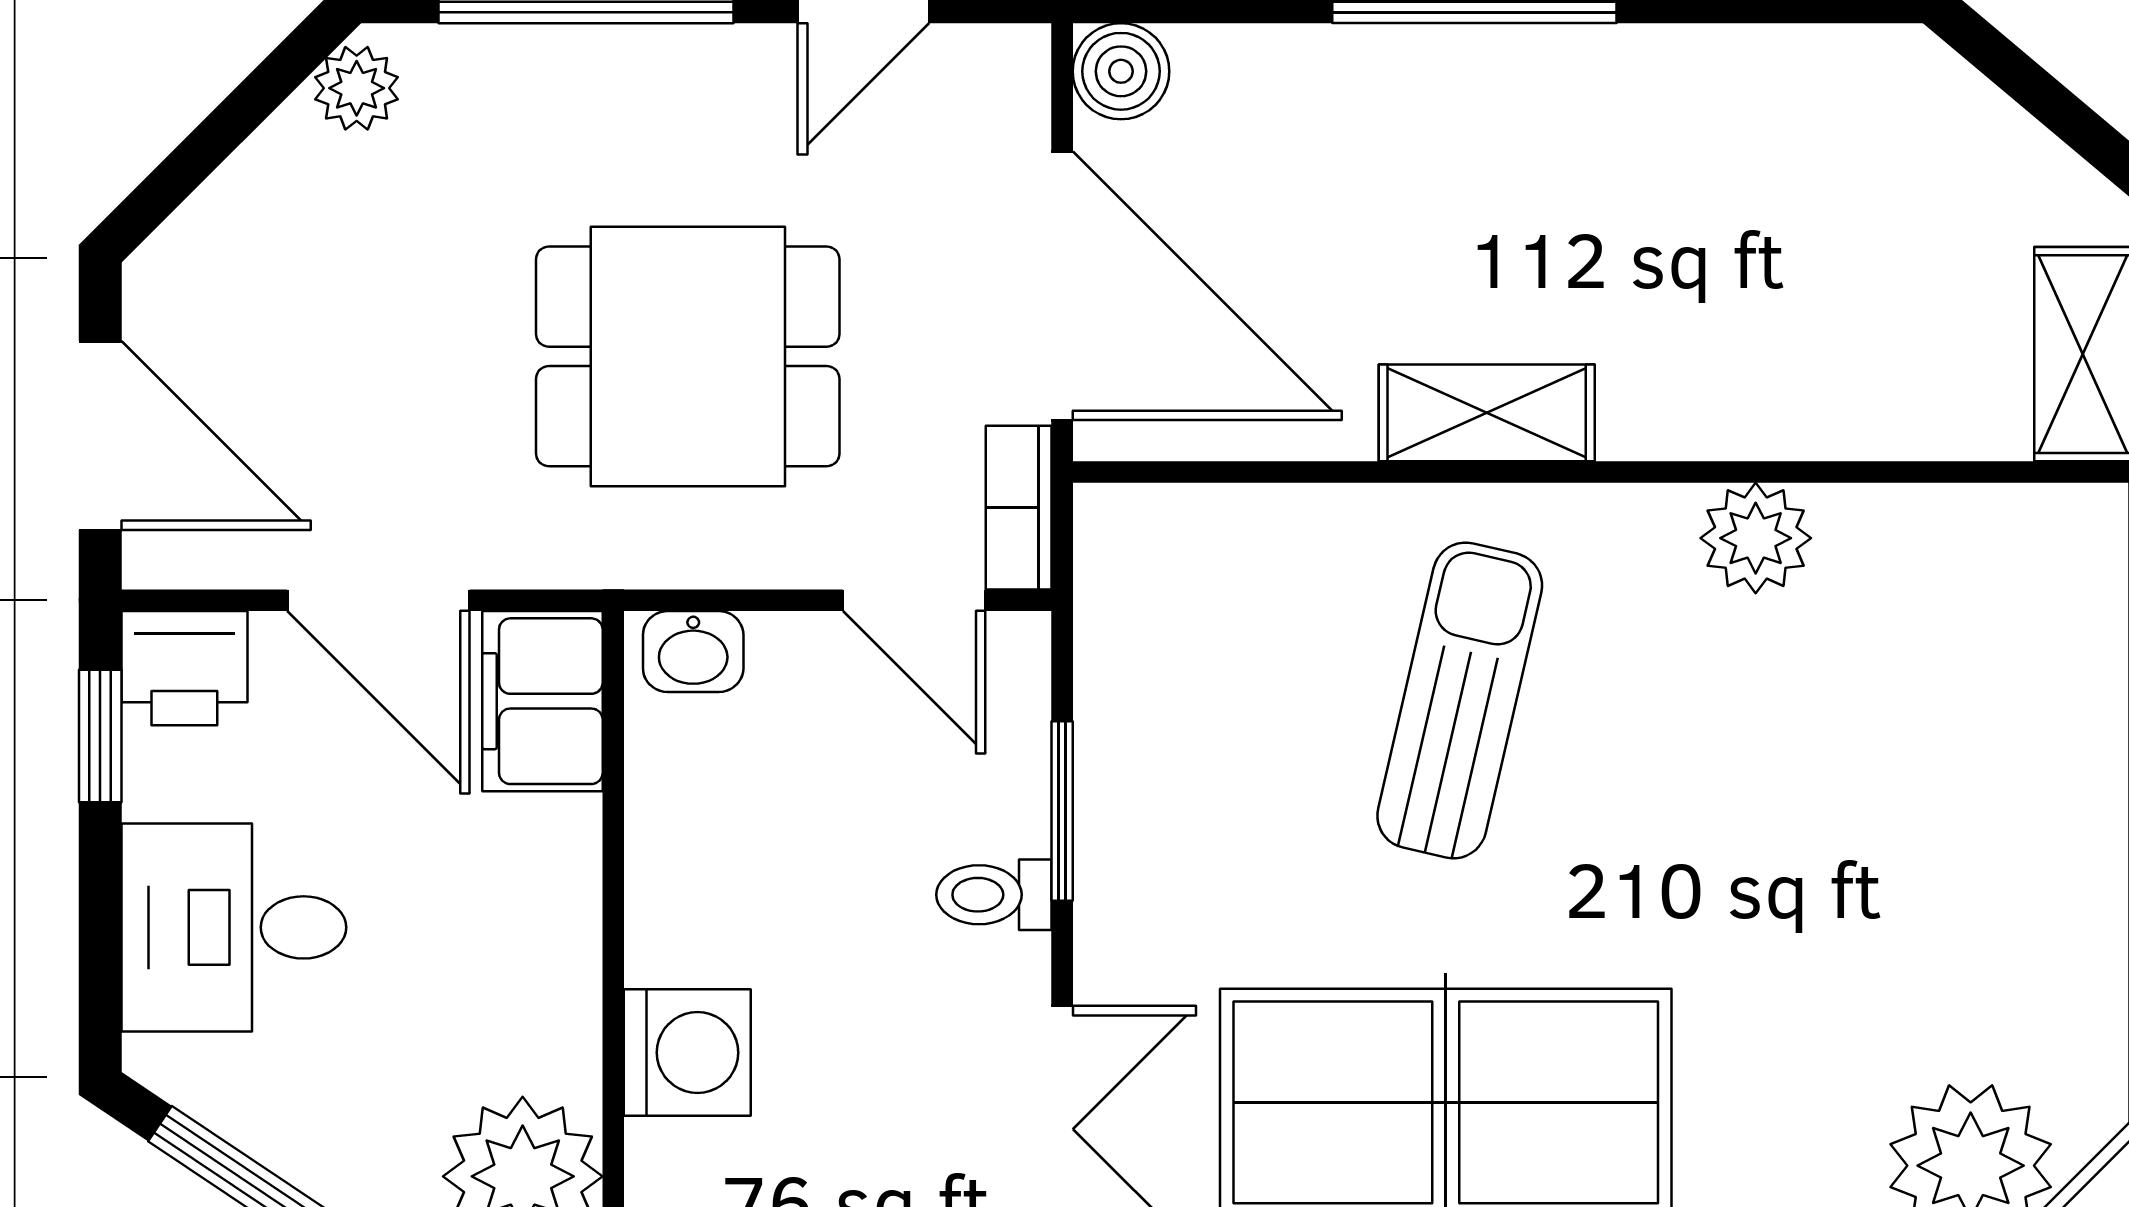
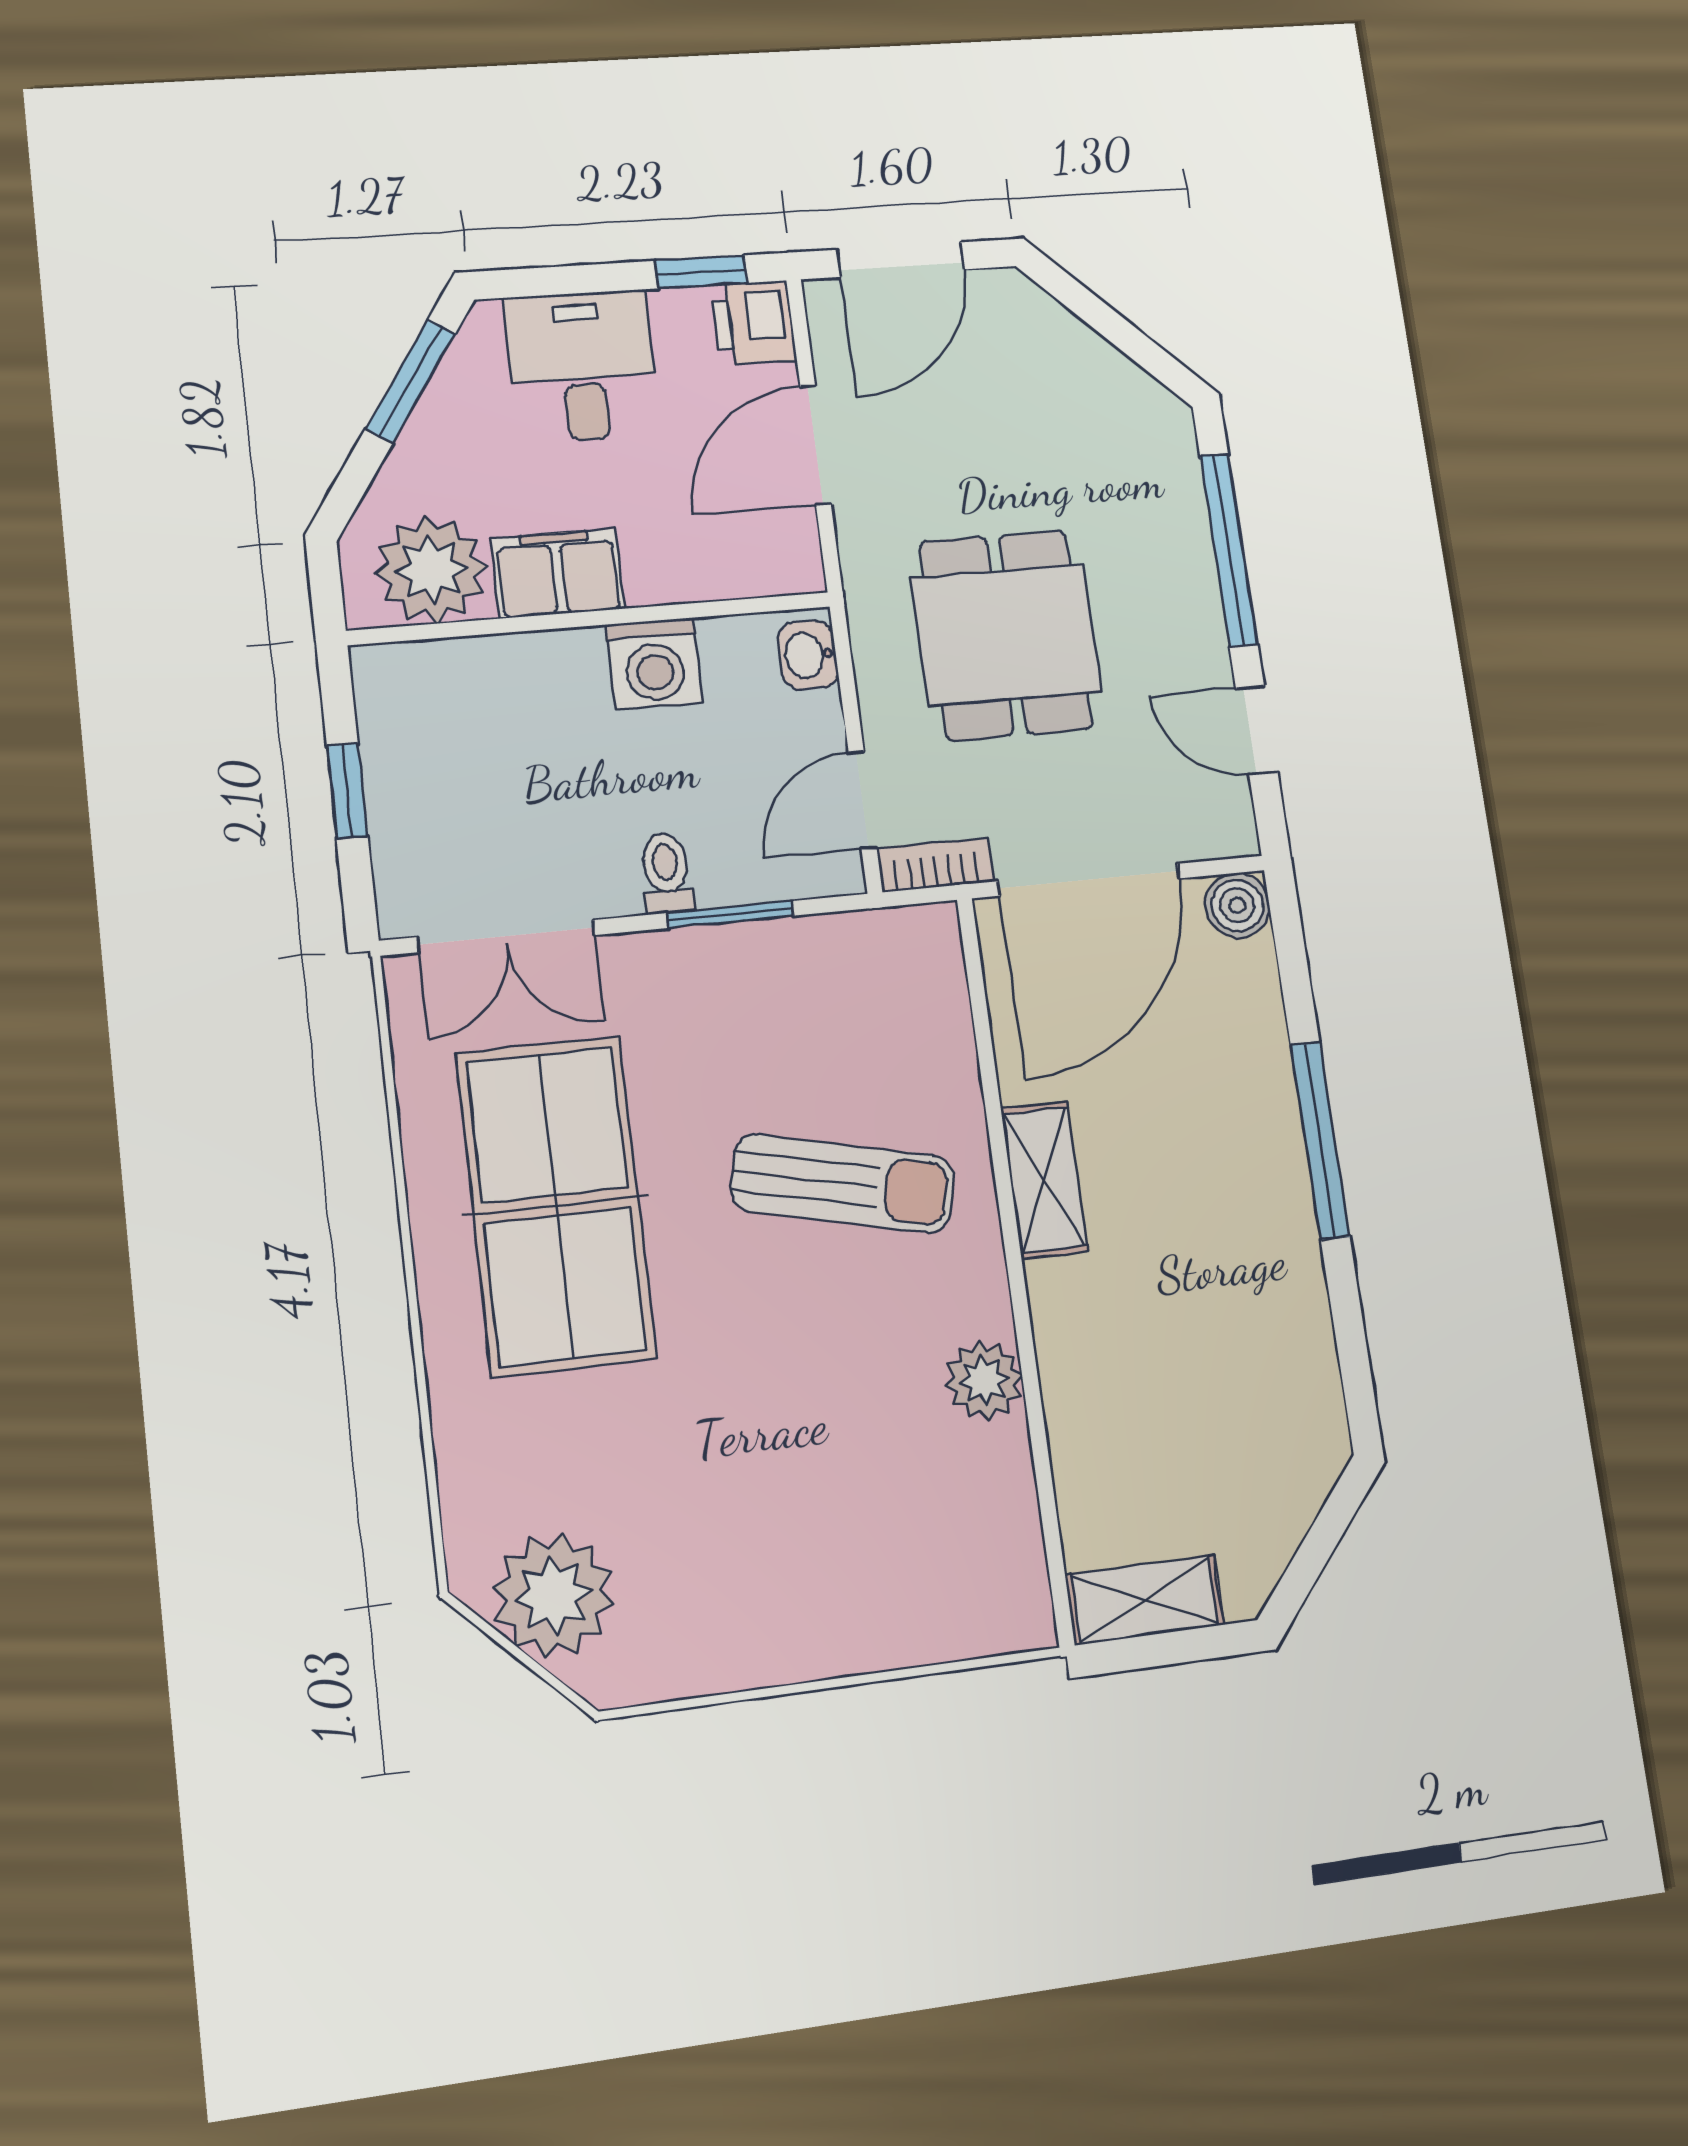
plant: (357, 88) -> (1151, 407), removed
filing cabinet: (542, 701) -> (558, 573), moved
washing machine: (687, 1053) -> (654, 664), moved

